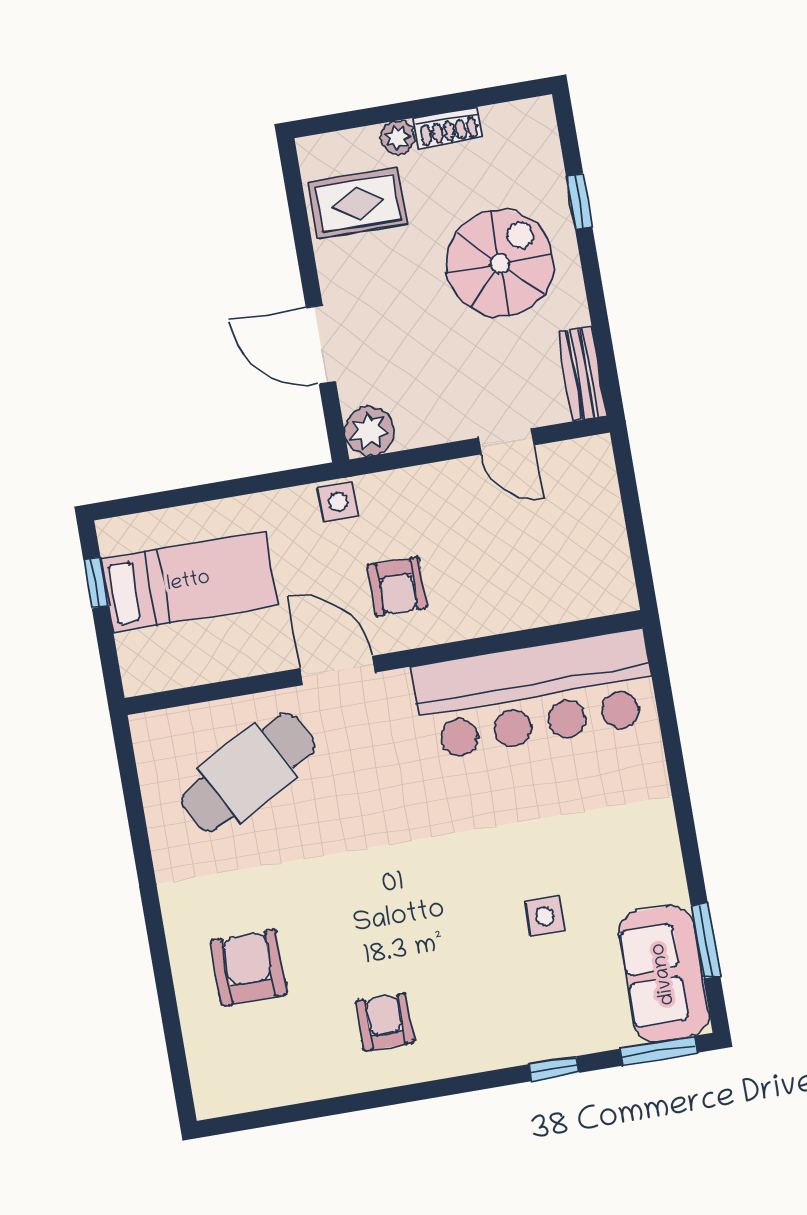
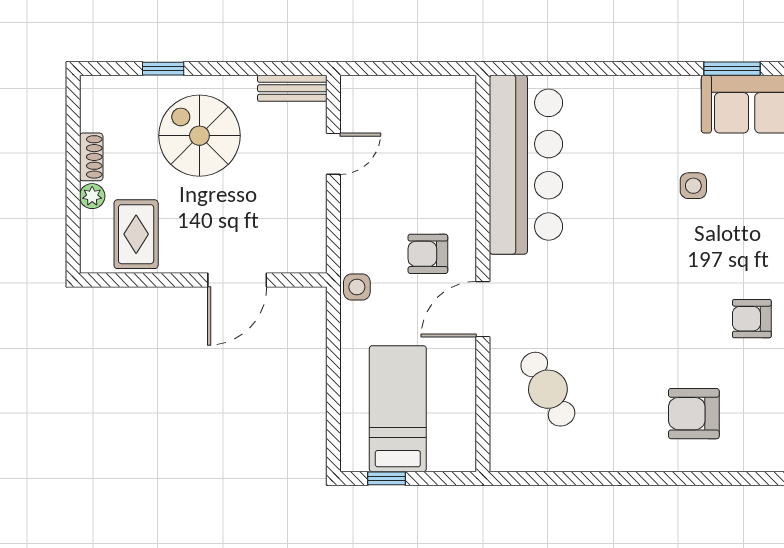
plant: (369, 431) -> (308, 255), removed
armchair: (397, 587) -> (428, 254), turned 180
cafe table: (248, 773) -> (548, 389), width x0.73, depth x0.74

